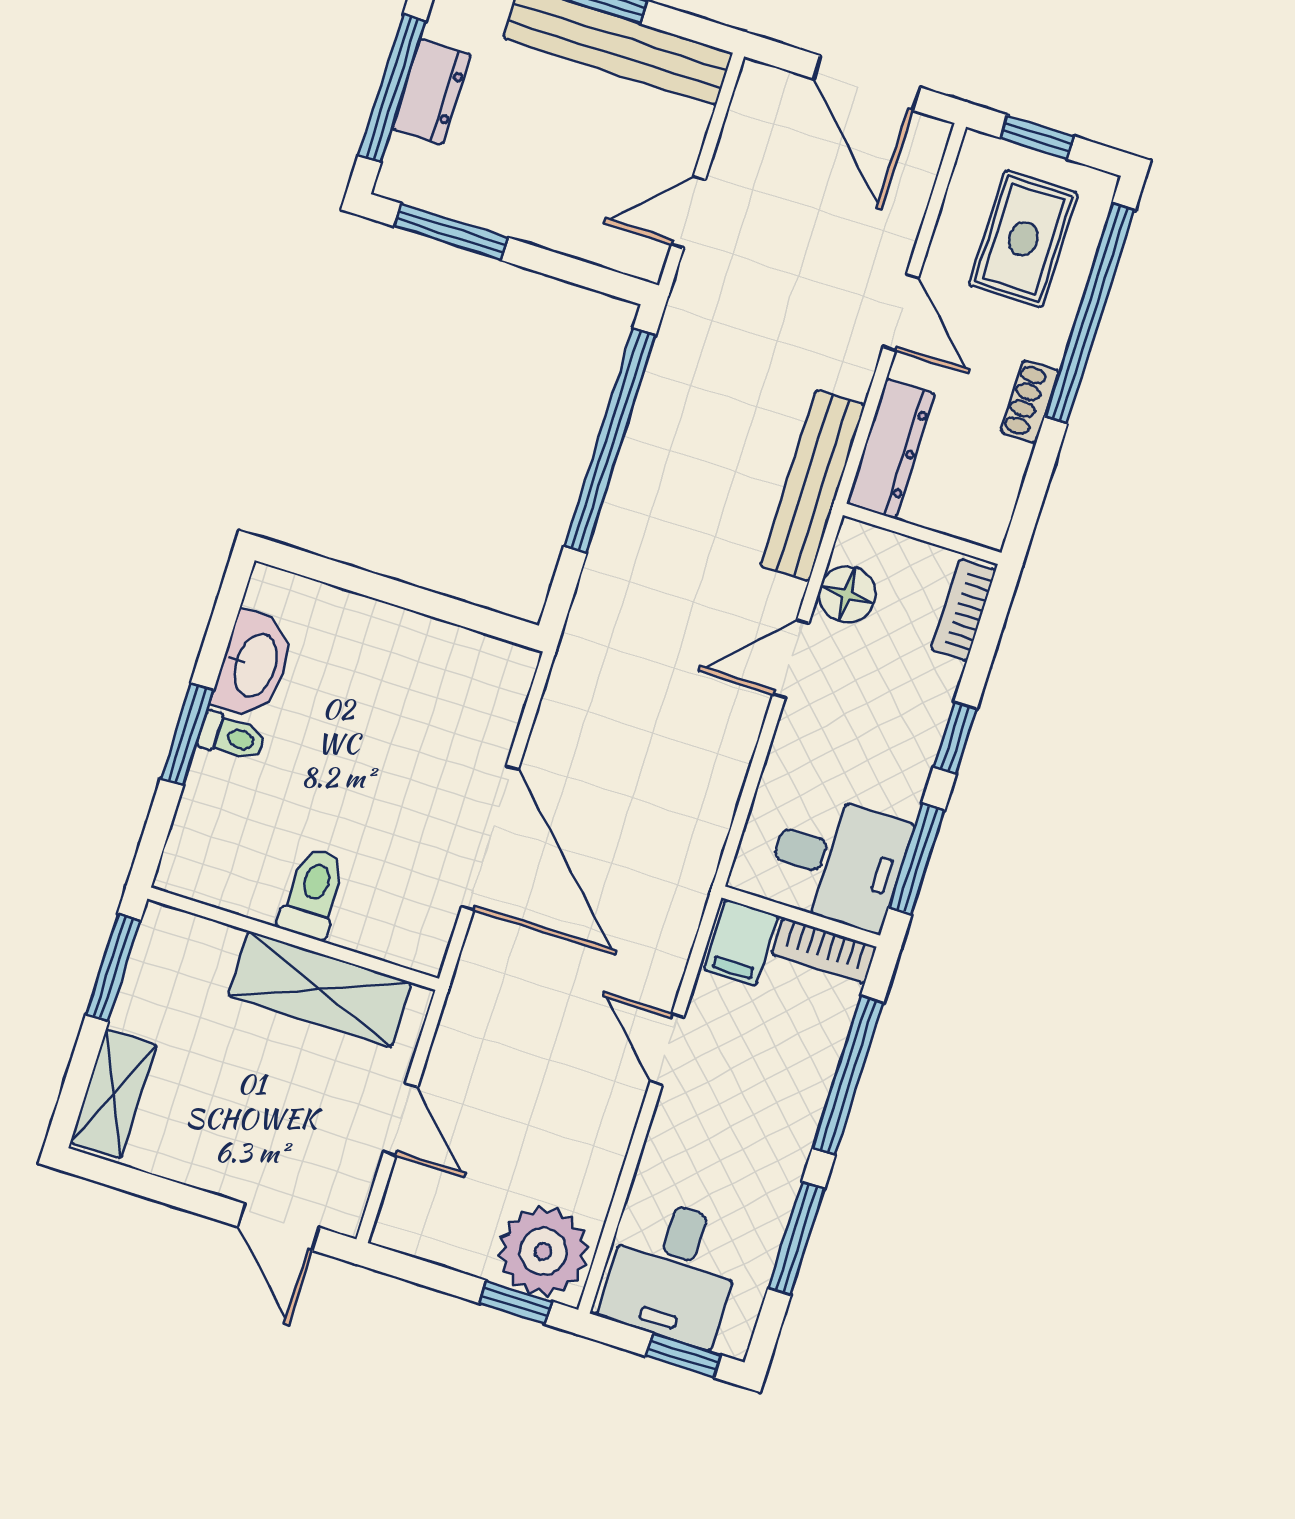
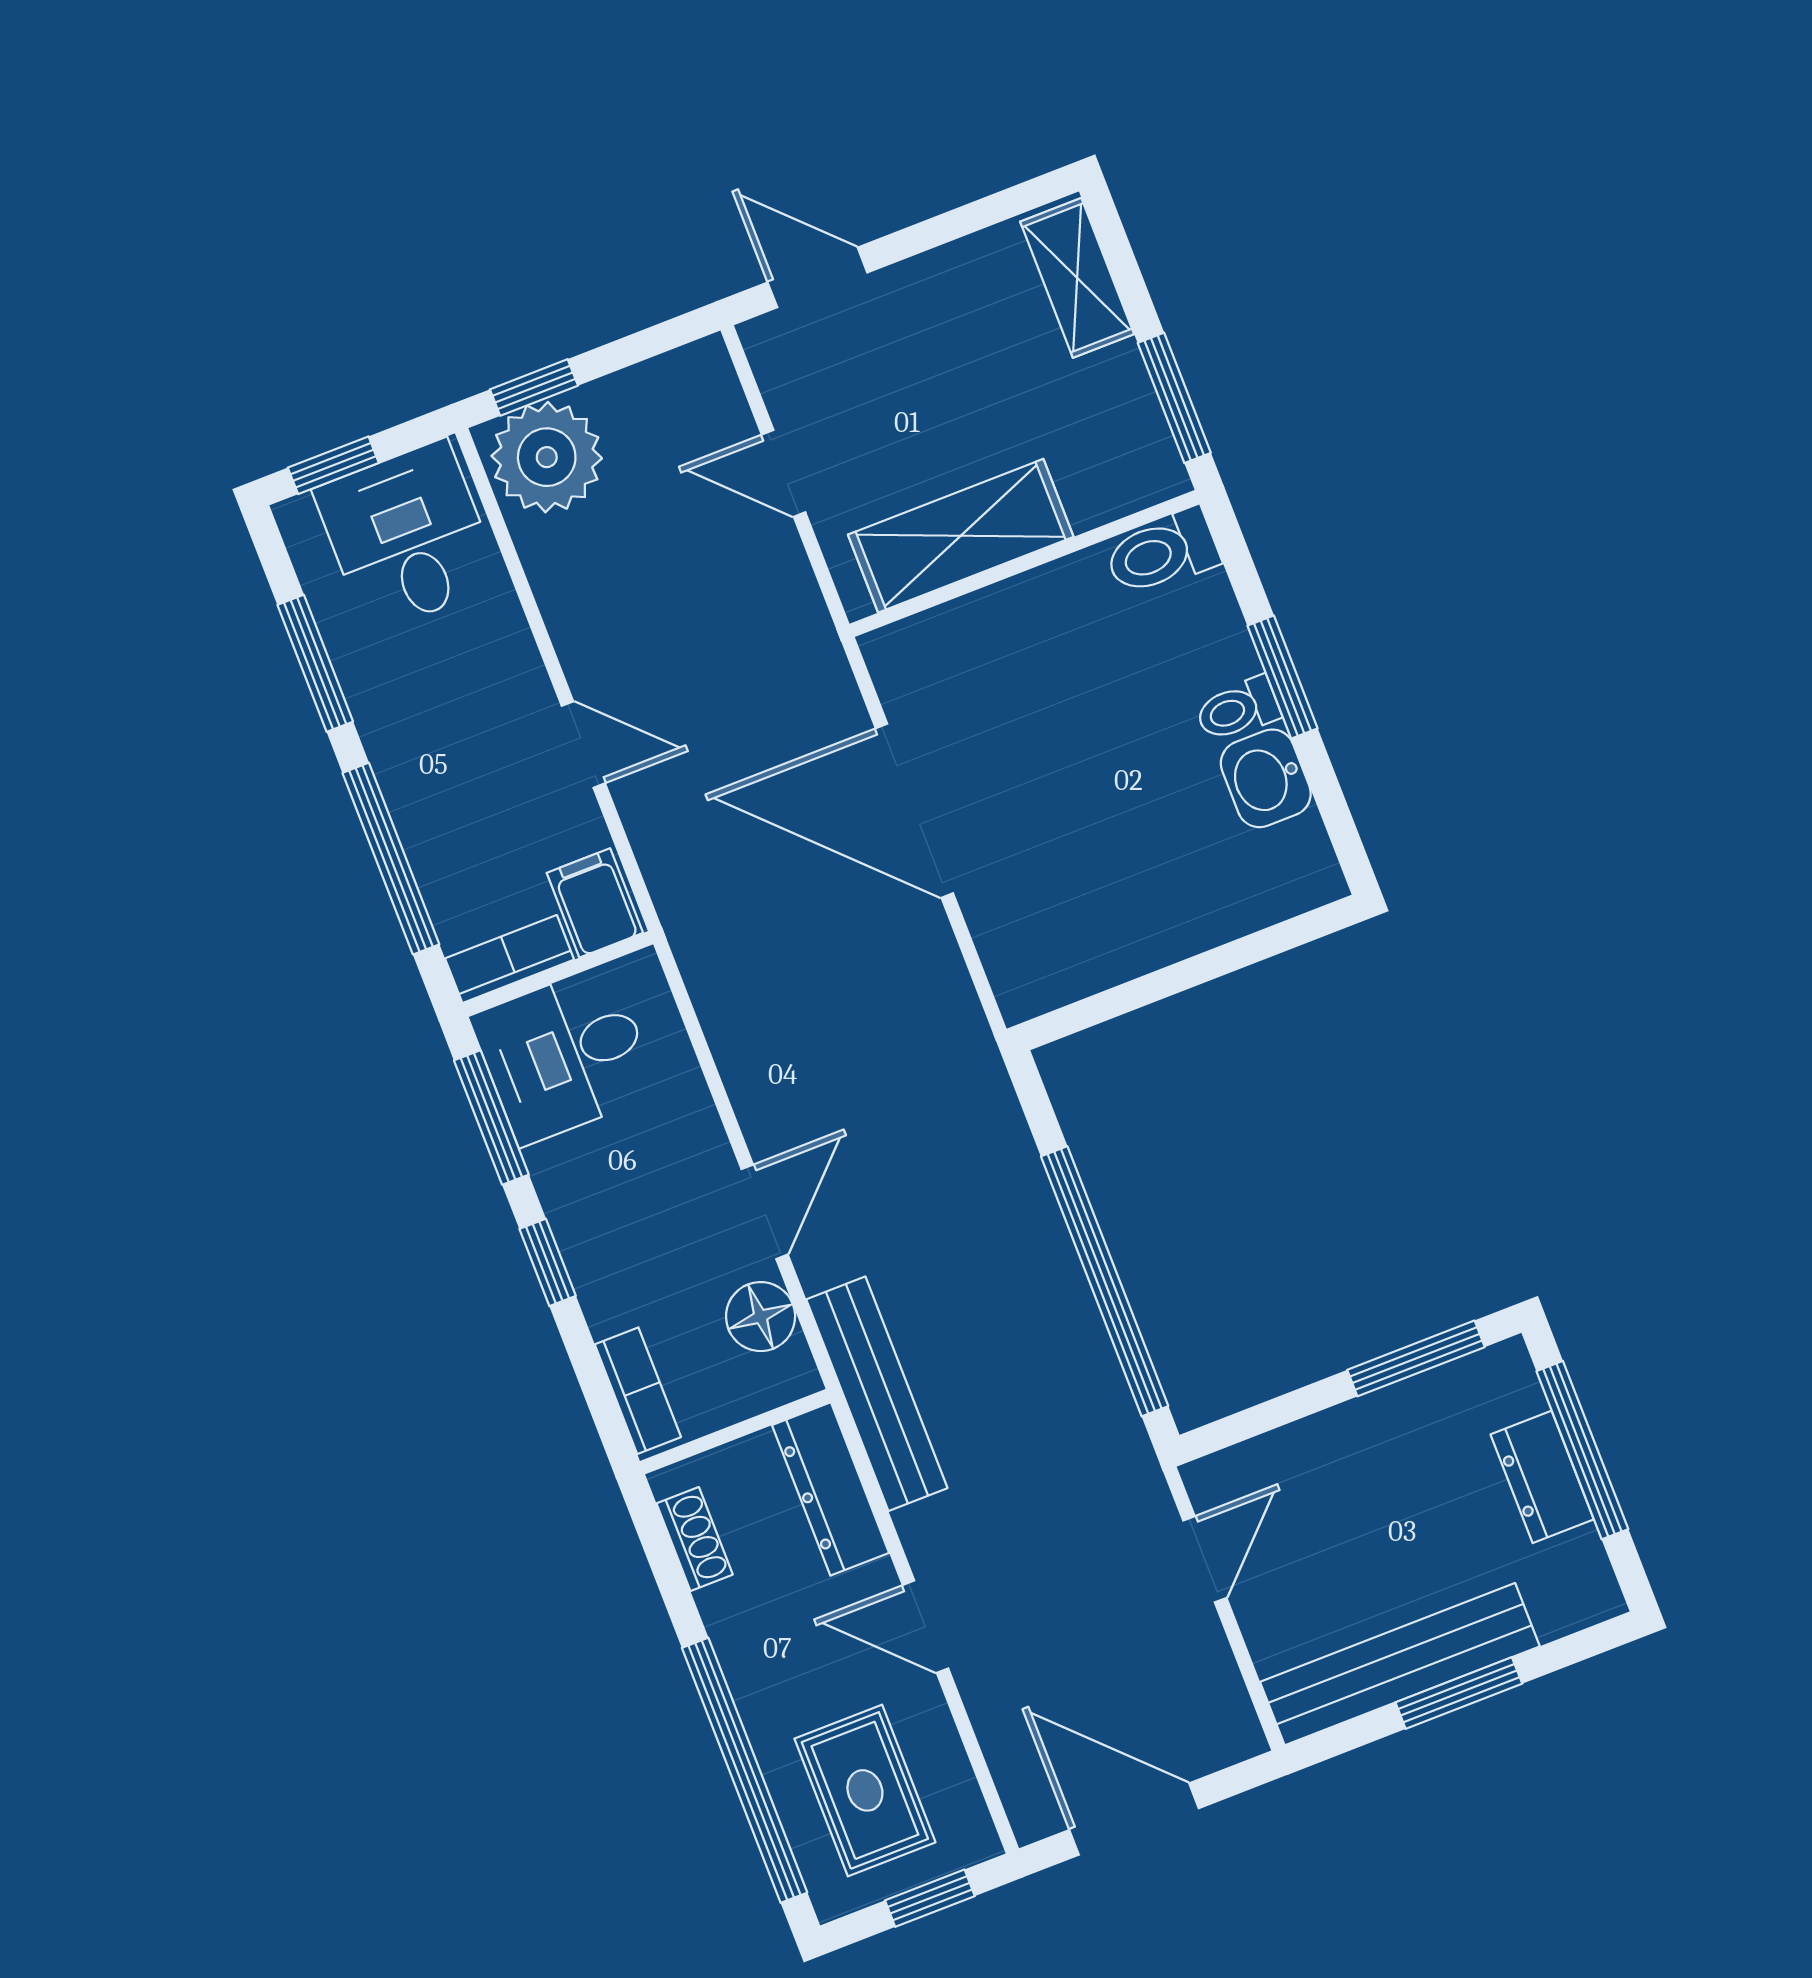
shoe rack: (1030, 402) -> (695, 1539), moved
washbasin: (254, 665) -> (1266, 778), width x0.72
toilet: (313, 893) -> (1162, 552), moved, turned 90

